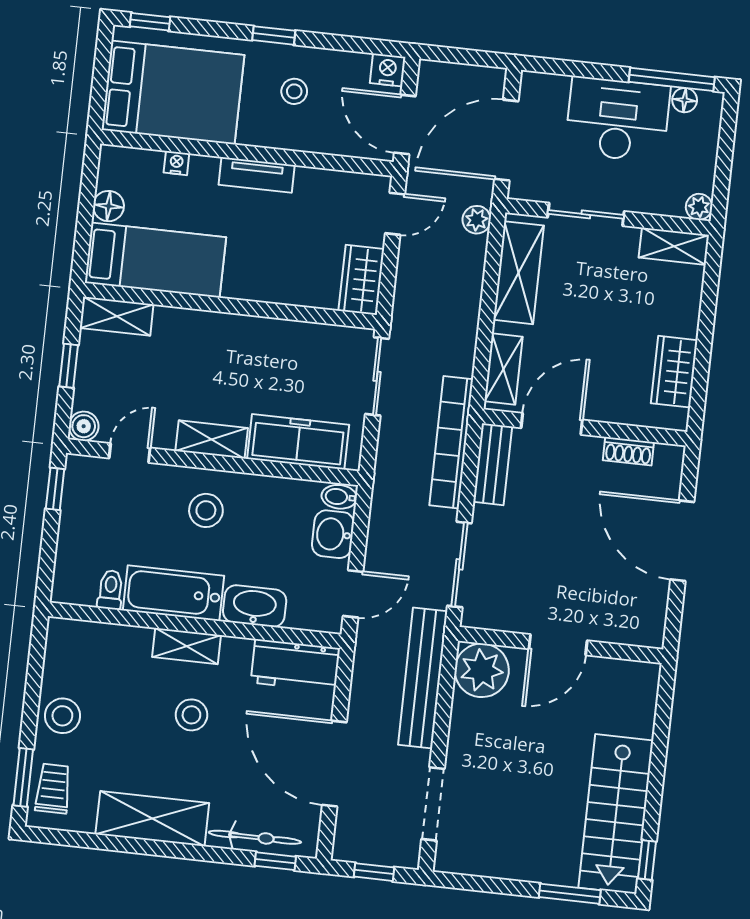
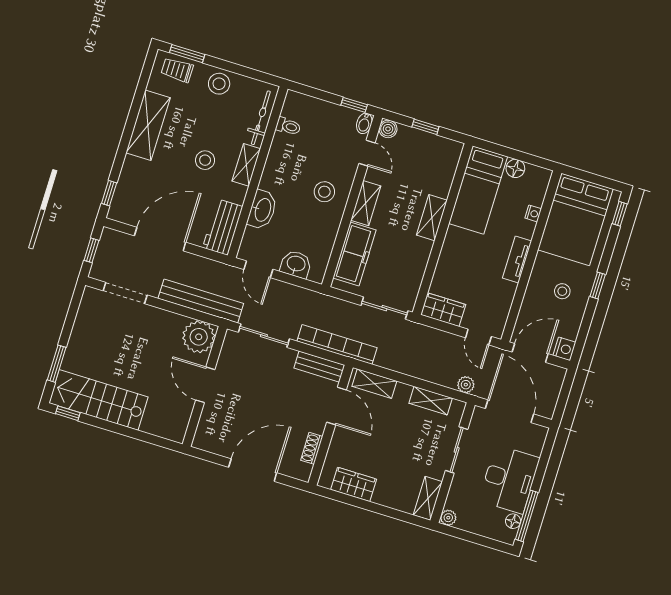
shelving: (519, 273) -> (431, 401), width x0.67, depth x0.75
shelving: (117, 316) -> (432, 218), moved
bidet: (339, 497) -> (364, 123), moved, turned 180
bathtub: (173, 593) -> (279, 163), removed
trolley: (53, 789) -> (177, 70), turned 180
bicycle: (255, 837) -> (261, 118), moved, turned 180

